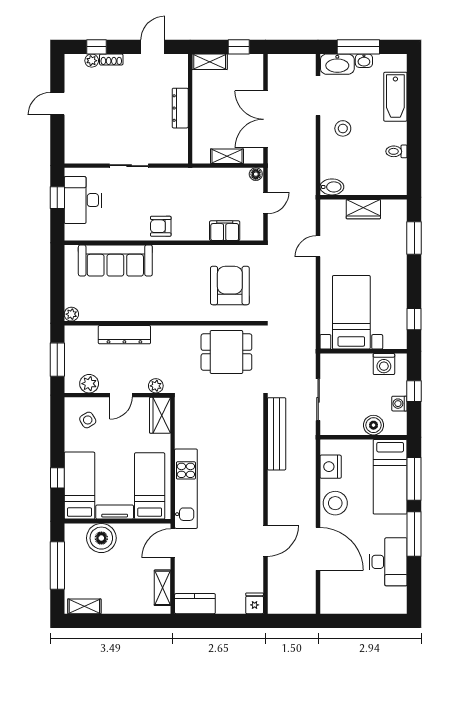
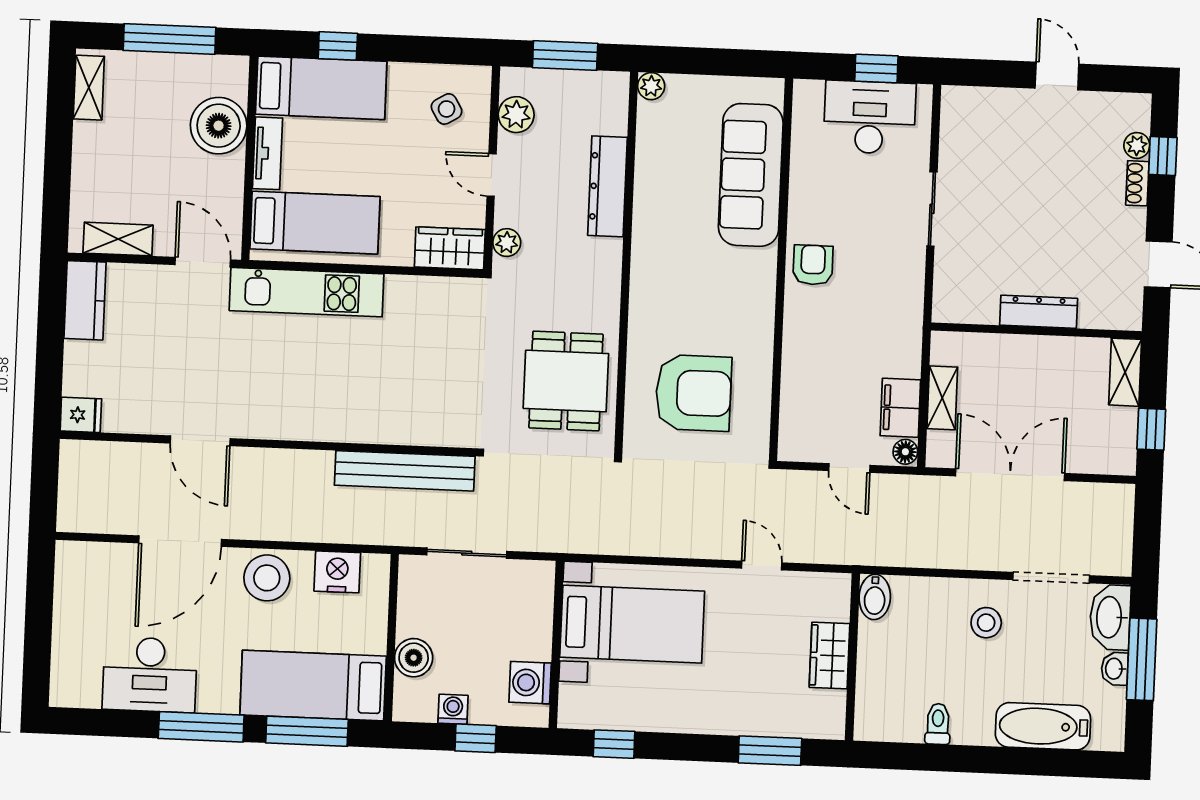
filing cabinet: (225, 231) -> (900, 408), moved, turned 180

